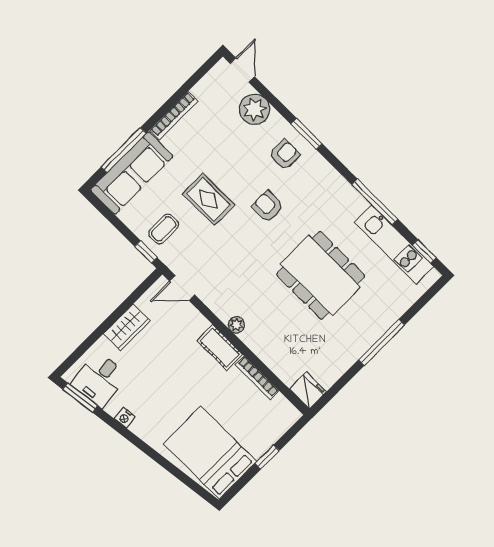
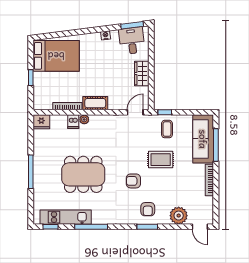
armchair: (268, 206) -> (133, 181), turned 180
plant: (236, 325) -> (84, 119), moved
dishwasher: (269, 352) -> (73, 122), added

